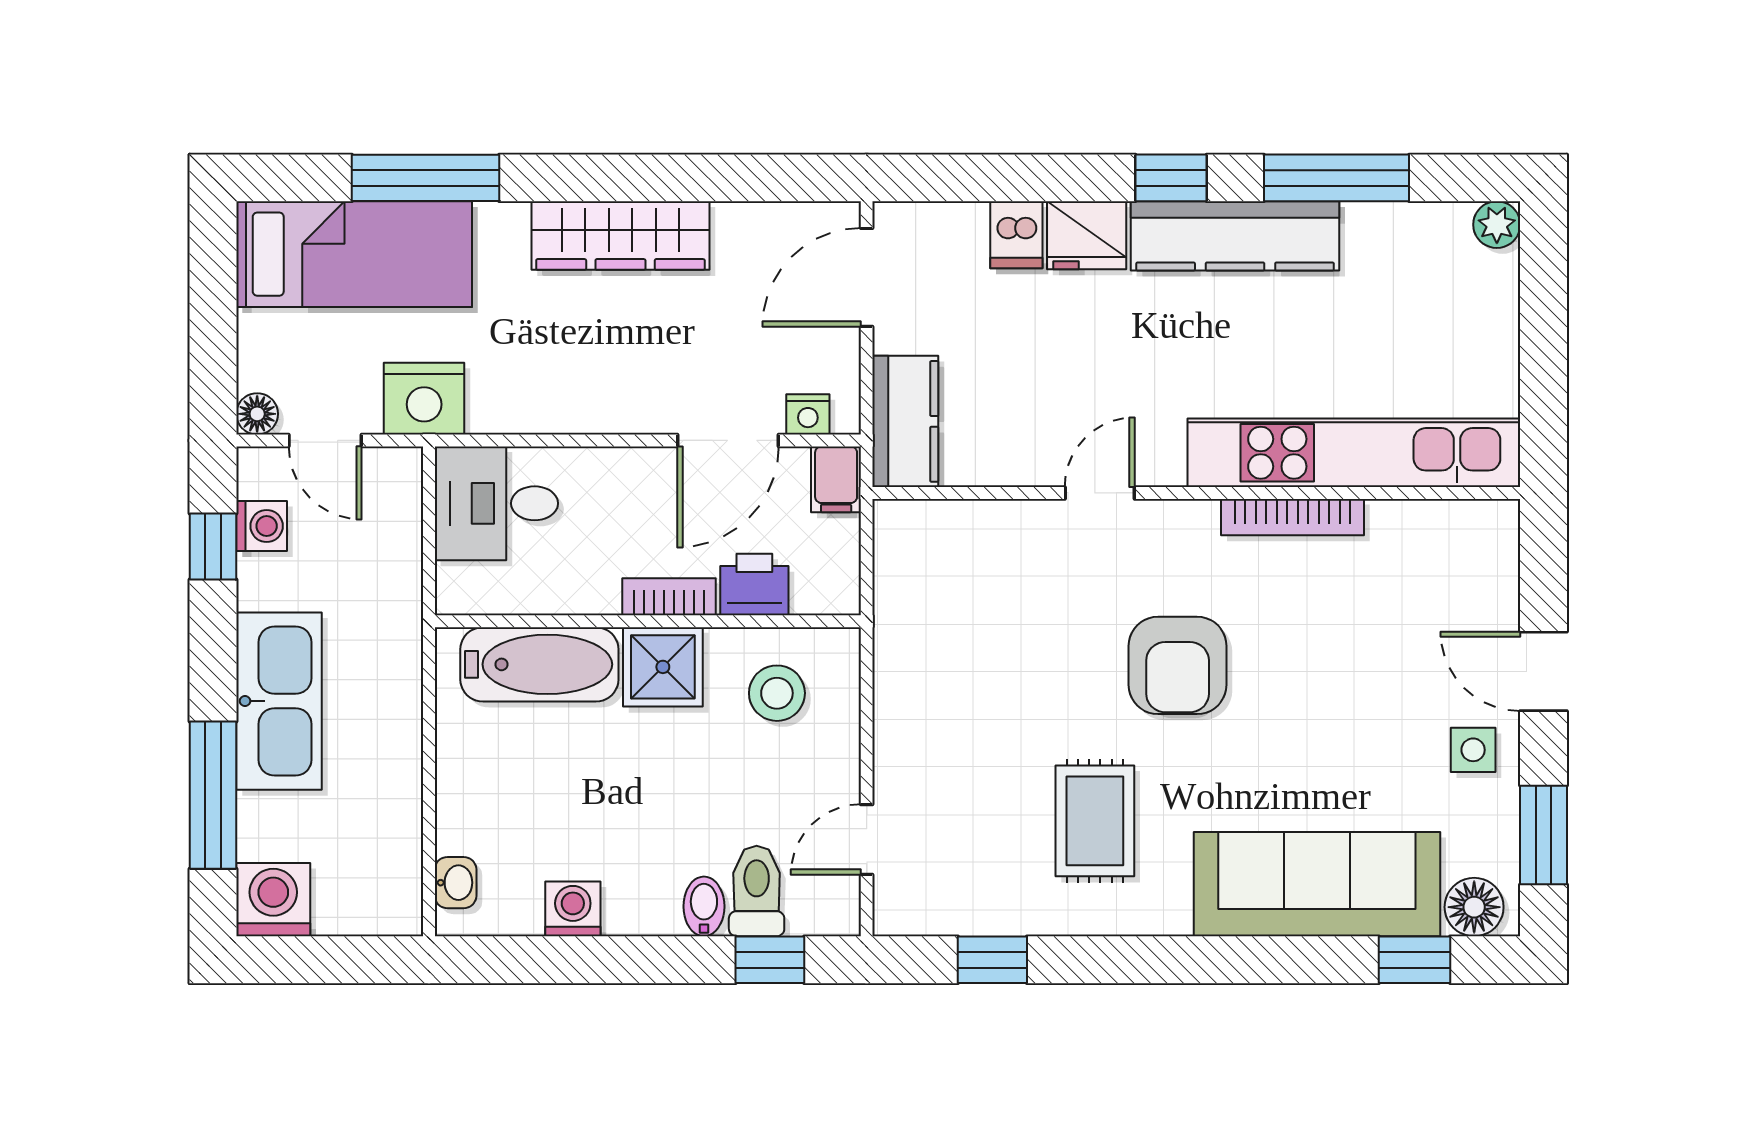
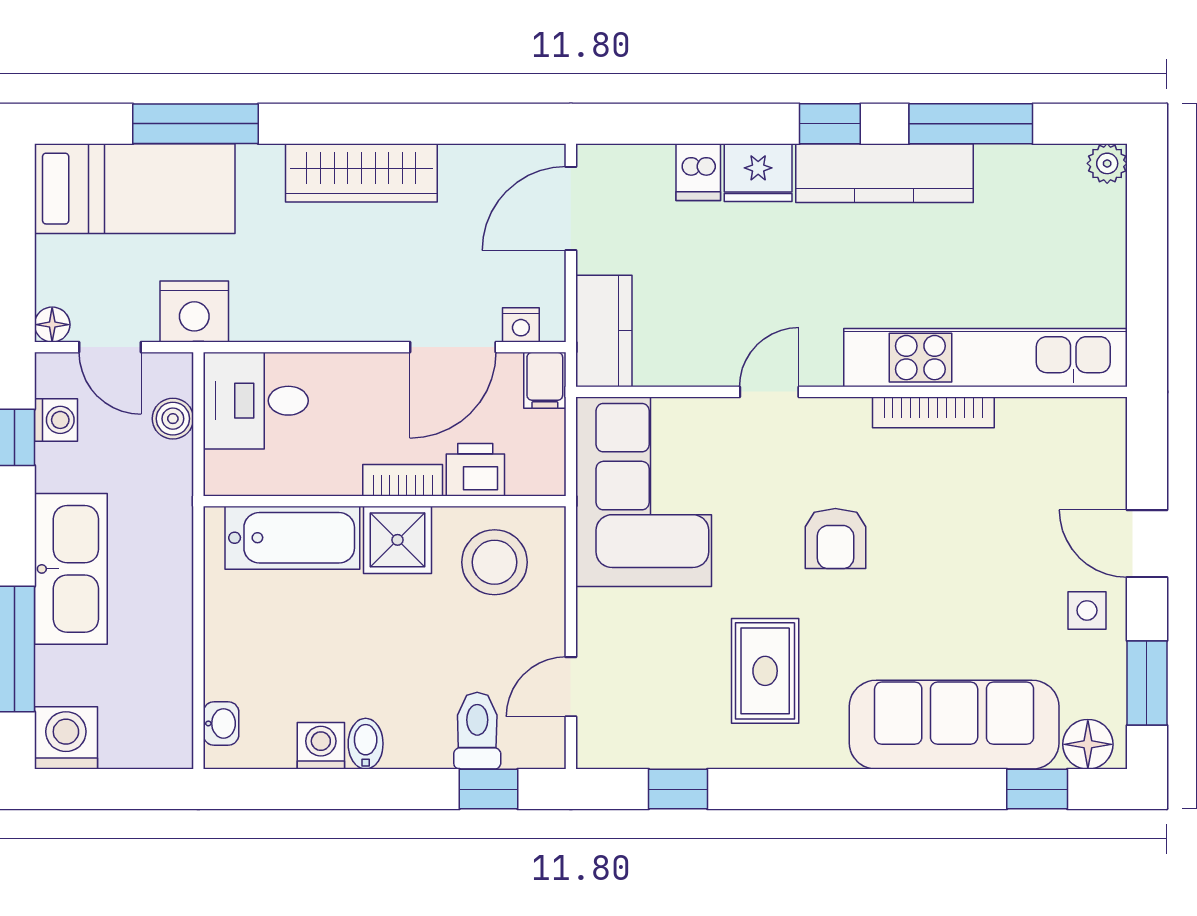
boiler: (399, 524) -> (173, 419), added
corner sofa: (952, 610) -> (644, 492), added
armchair: (1178, 665) -> (835, 539), width x0.72, depth x0.72
stool: (777, 693) -> (495, 562), width x1.38, depth x1.38
bidet: (704, 906) -> (366, 744), moved

